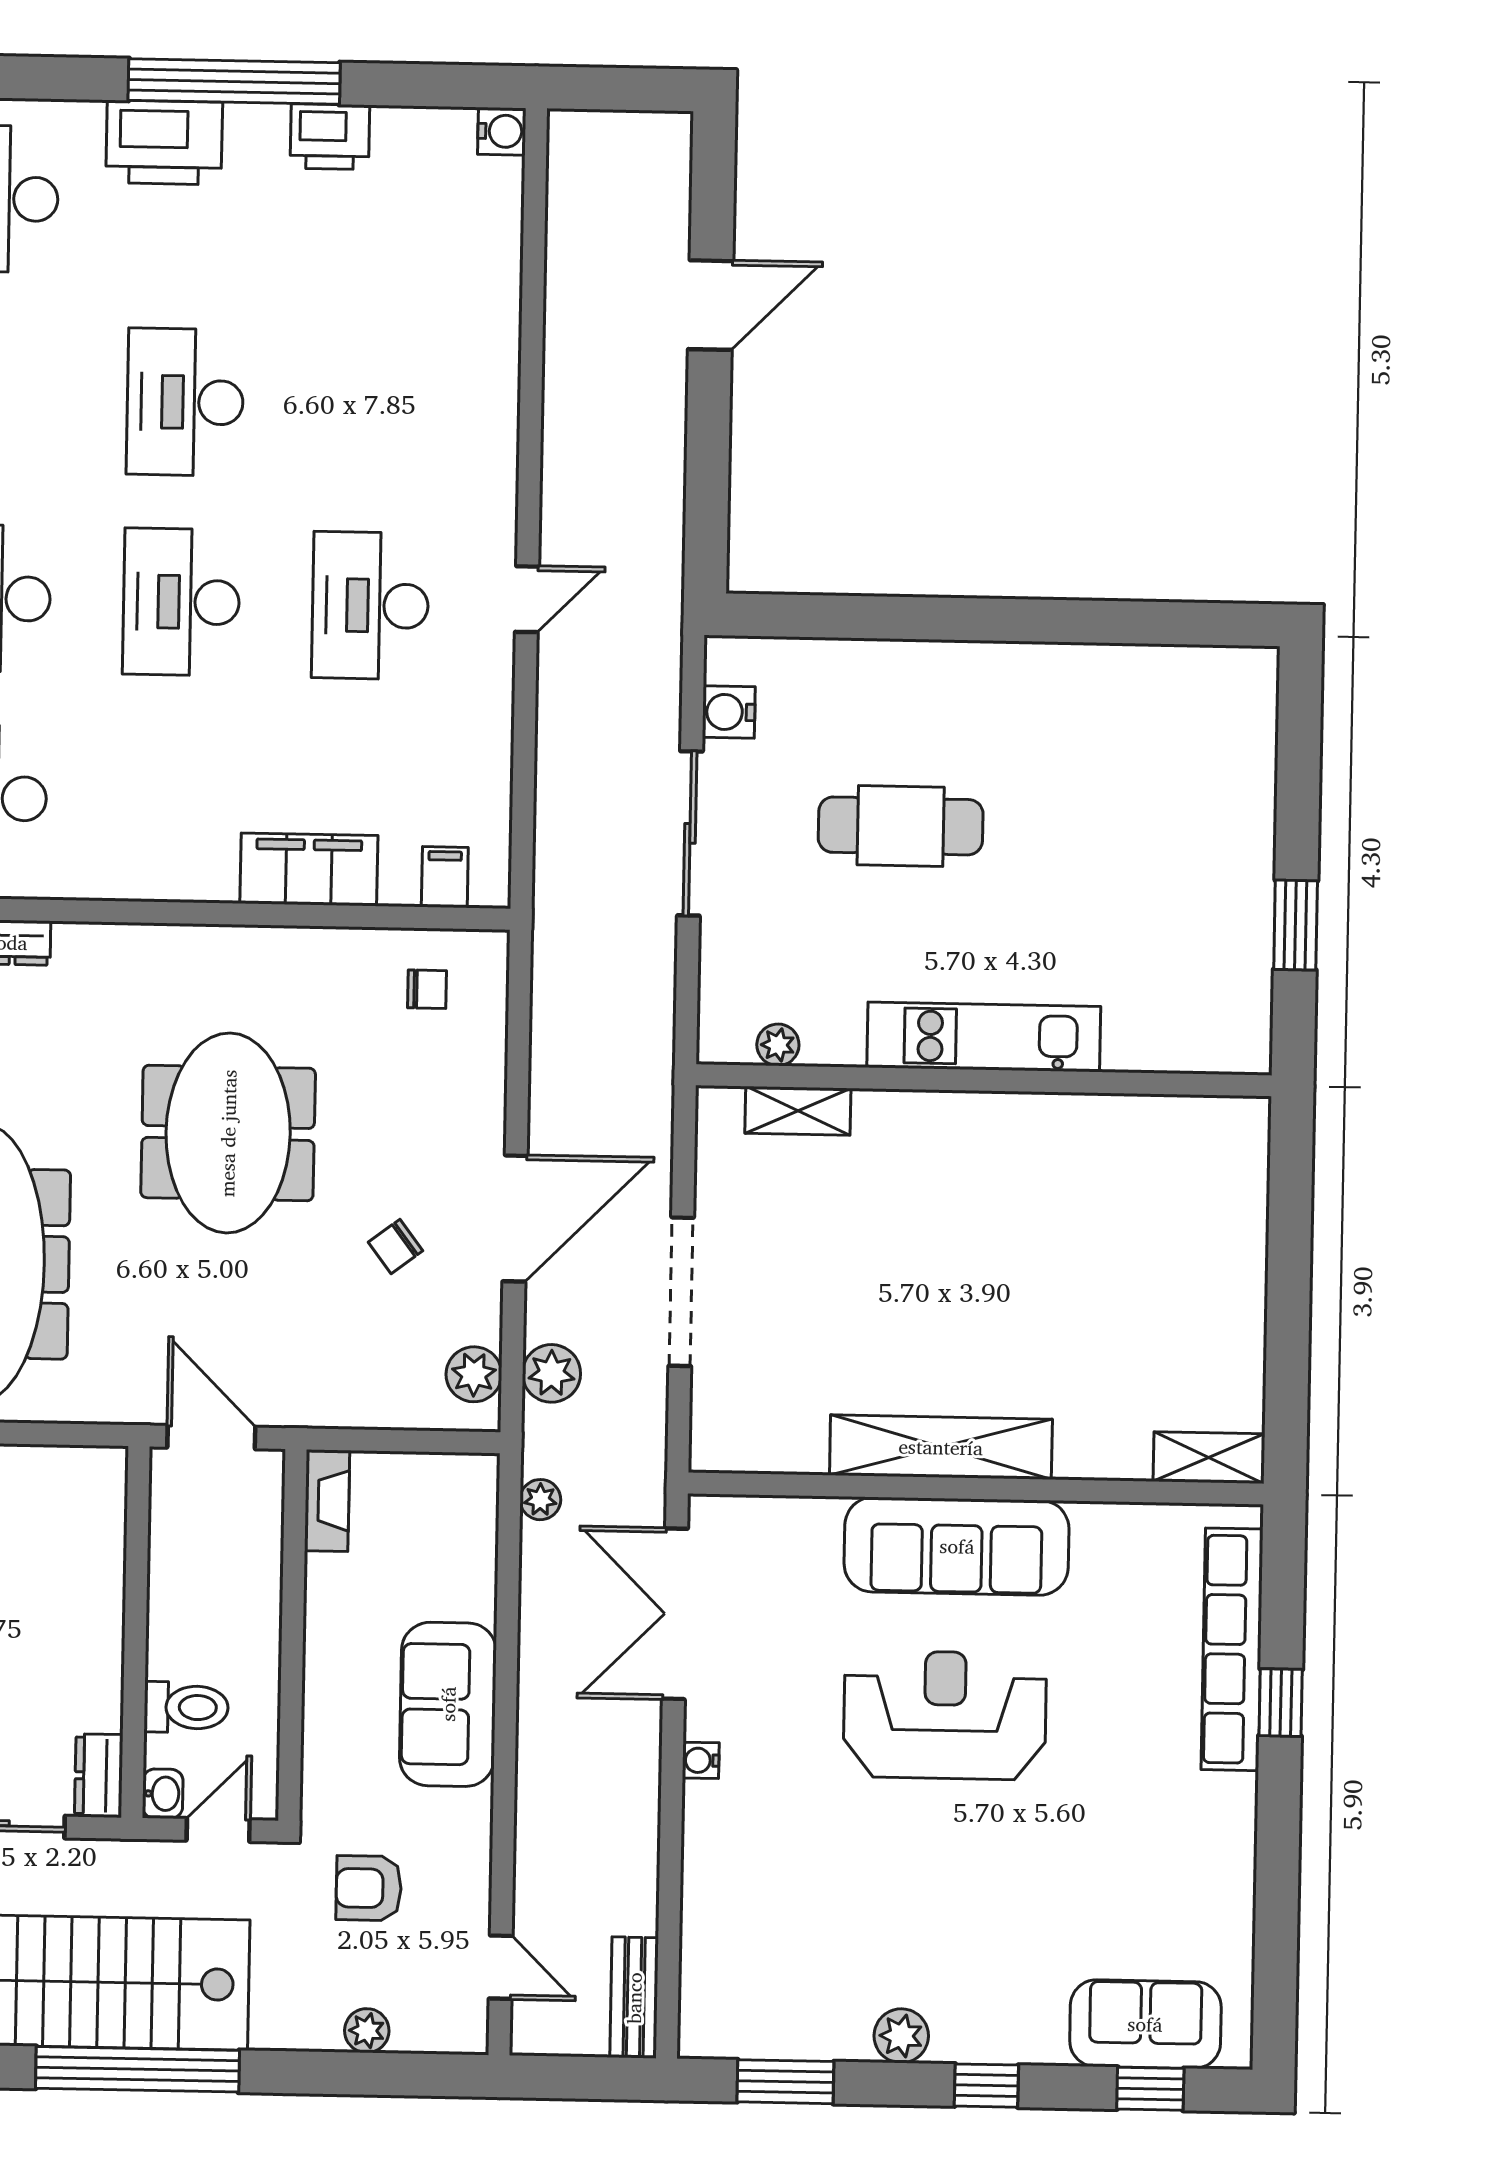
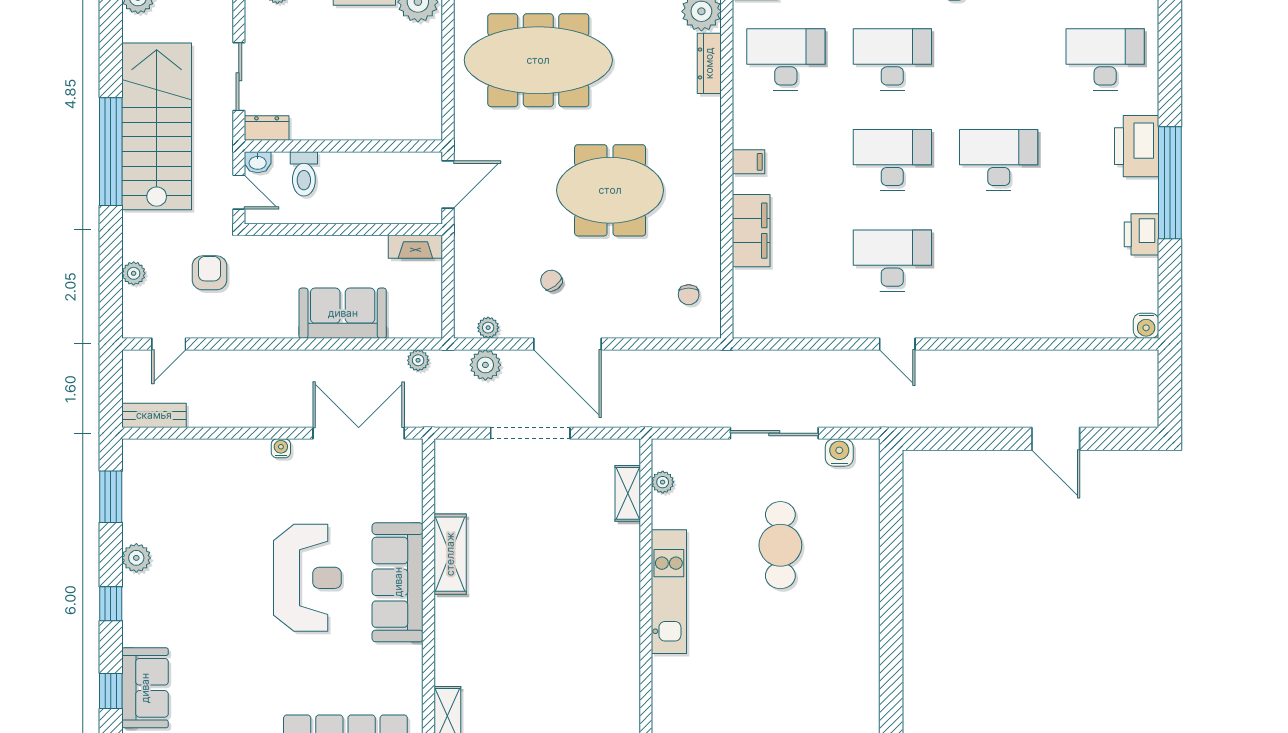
filing cabinet: (445, 877) -> (748, 162), moved
plant: (474, 1374) -> (488, 328), width x0.73, depth x0.73
shelving: (941, 1447) -> (450, 554), width x0.68
sofa: (448, 1704) -> (343, 313), moved

